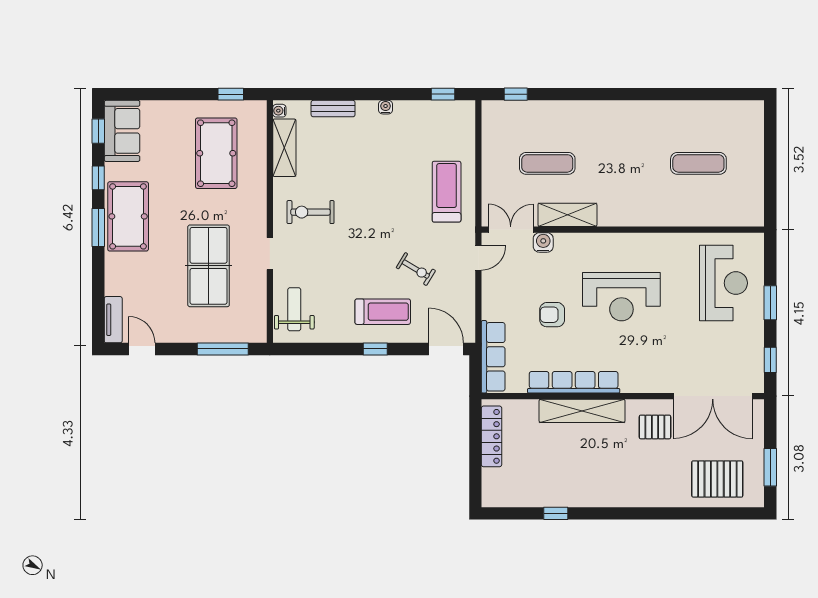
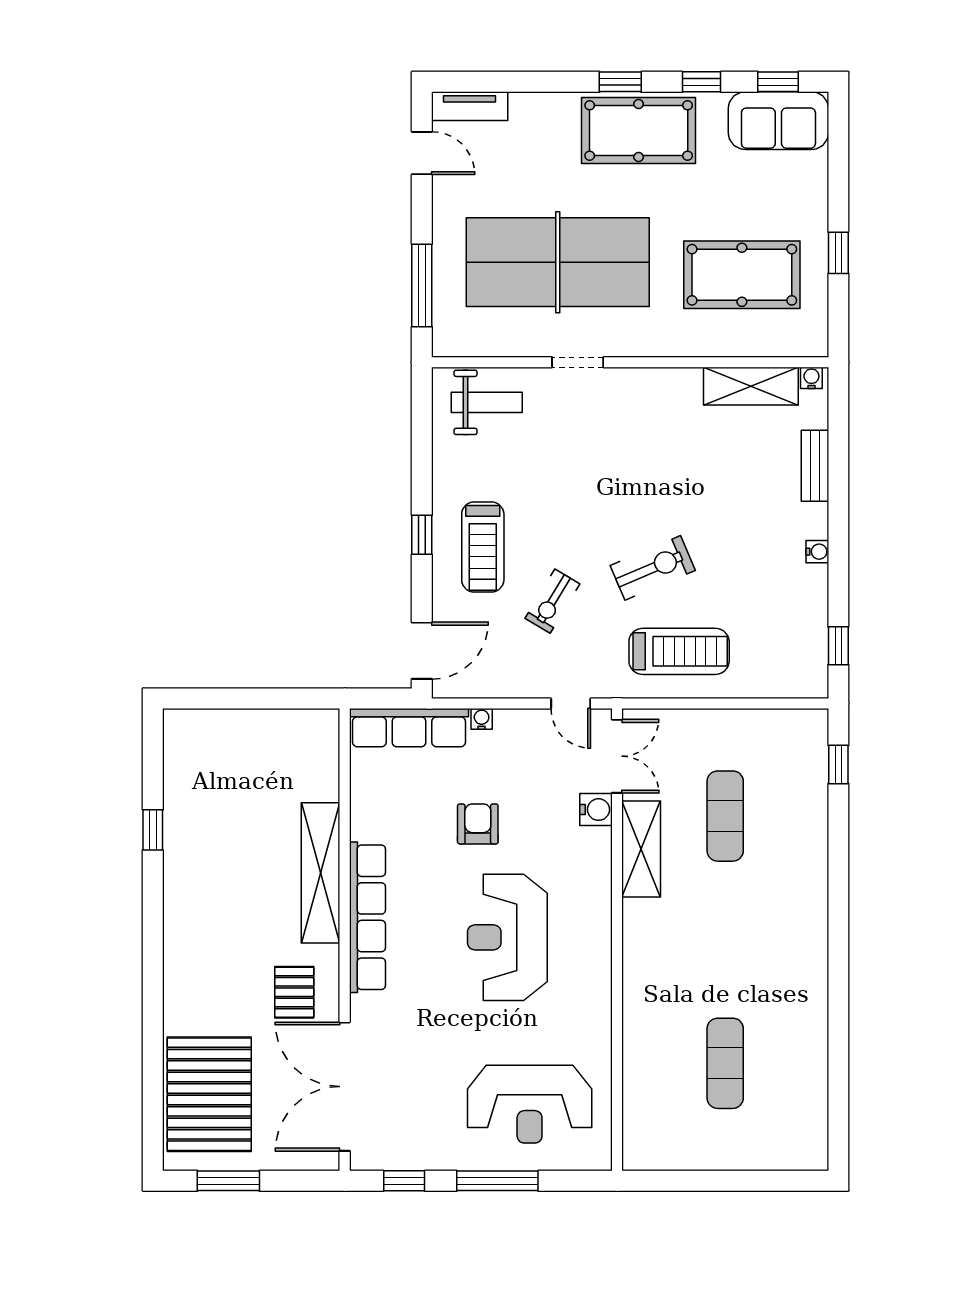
window: (231, 94) -> (838, 253), moved
exercise bike: (310, 212) -> (653, 568), moved, turned 67
window: (98, 228) -> (620, 82), width x0.67
table tennis table: (209, 266) -> (558, 262), width x1.36, depth x1.32
window: (770, 303) -> (497, 1181), width x1.44
water cooler: (488, 312) -> (482, 719), added
door: (142, 349) -> (422, 153), hinge flipped
row of seats: (574, 382) -> (367, 917), moved
locker: (491, 436) -> (279, 725), removed
pallet: (717, 479) -> (209, 1094), width x1.37, depth x1.41

